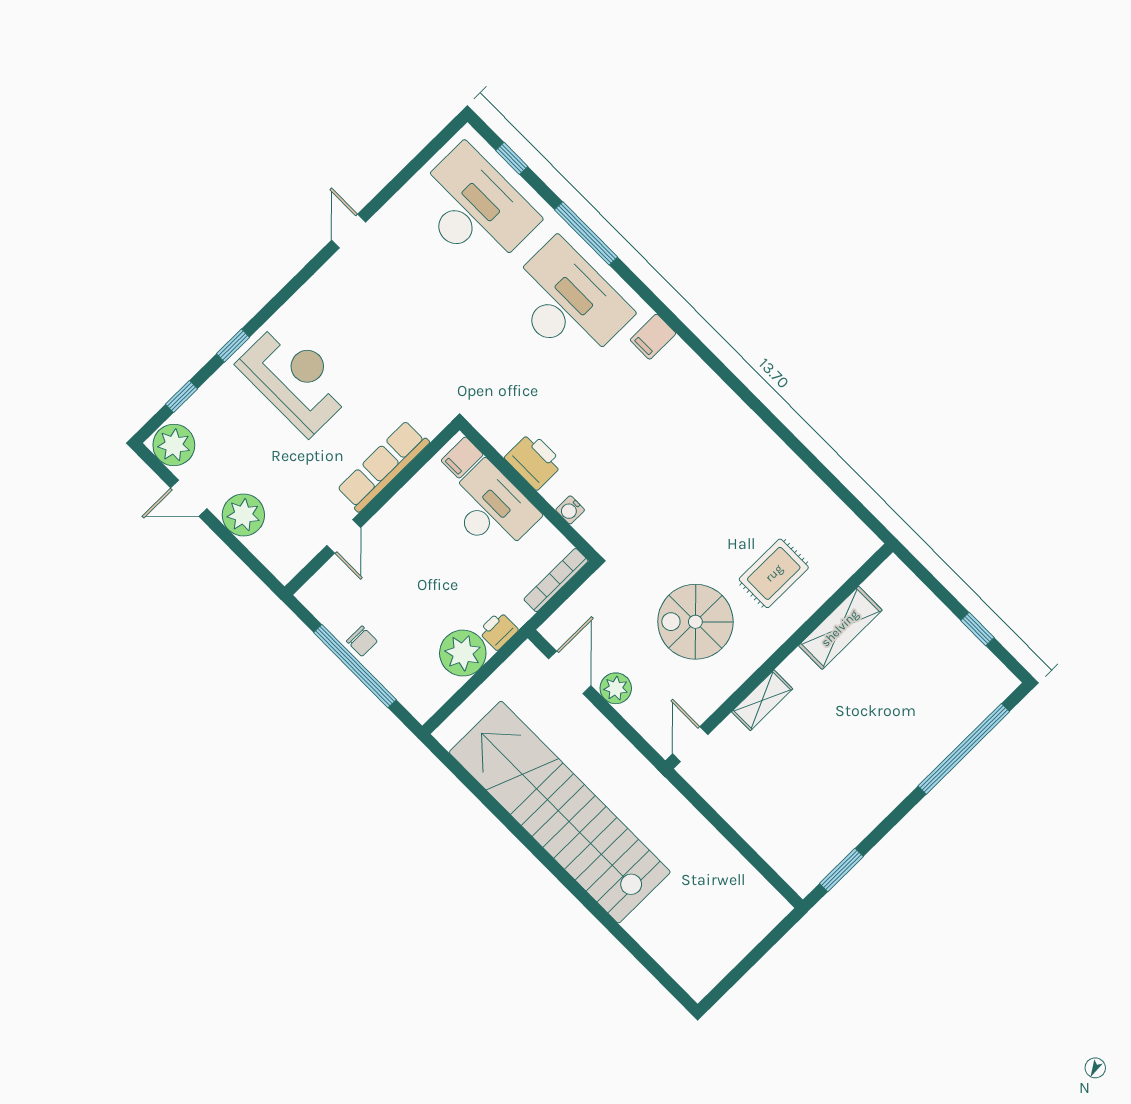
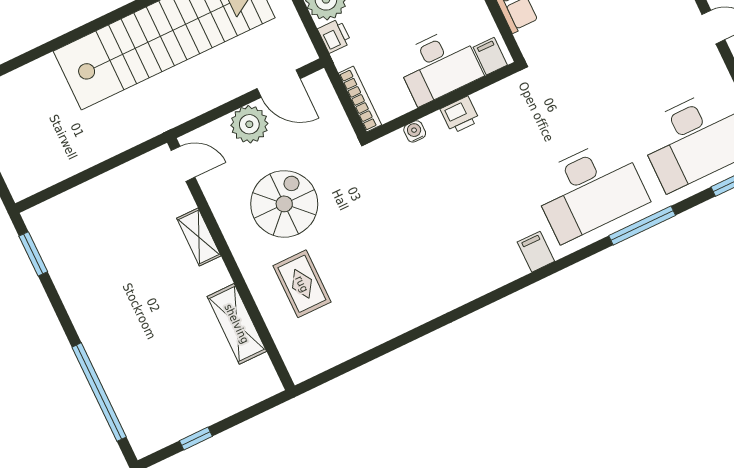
printer: (534, 461) -> (460, 115), width x0.73, depth x0.81
plant: (616, 688) -> (249, 124), width x1.36, depth x1.36

